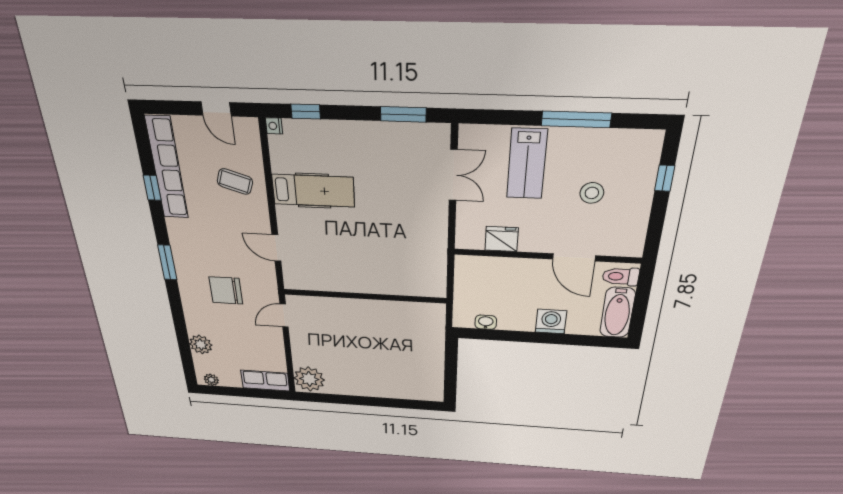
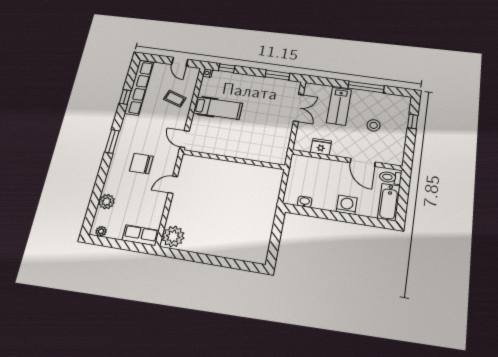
wall: (364, 296) -> (234, 160), moved

